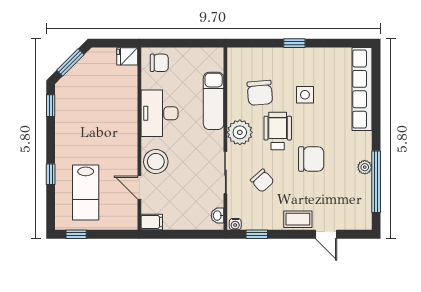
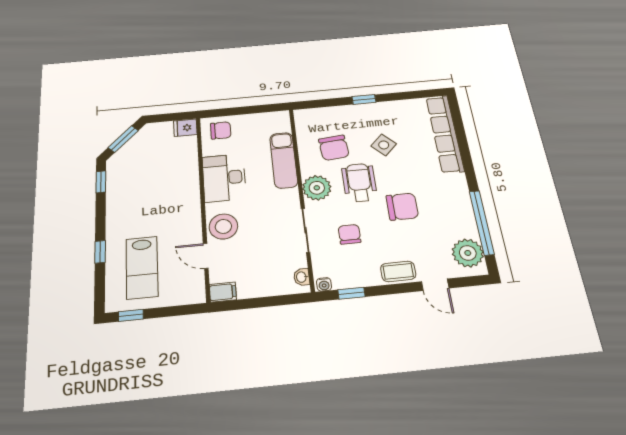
side table: (305, 95) -> (384, 145), turned 45
plant: (365, 167) -> (468, 253), moved, width x1.87, depth x1.87
chair: (262, 181) -> (349, 234), turned -138

